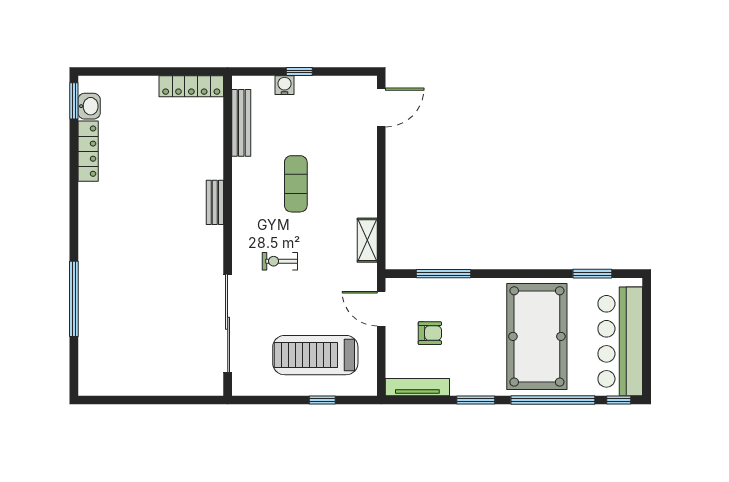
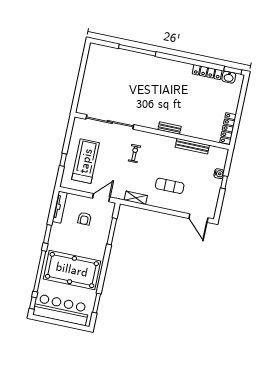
bench: (241, 123) -> (192, 146), moved
exercise mat: (296, 184) -> (170, 186), moved

